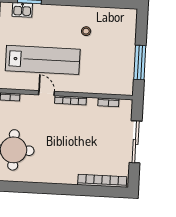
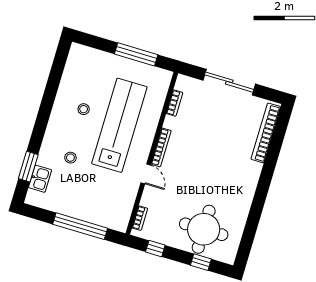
stool: (45, 30) -> (70, 158), added
lab bench: (43, 60) -> (119, 125), moved
door: (46, 93) -> (146, 174), swing flipped

